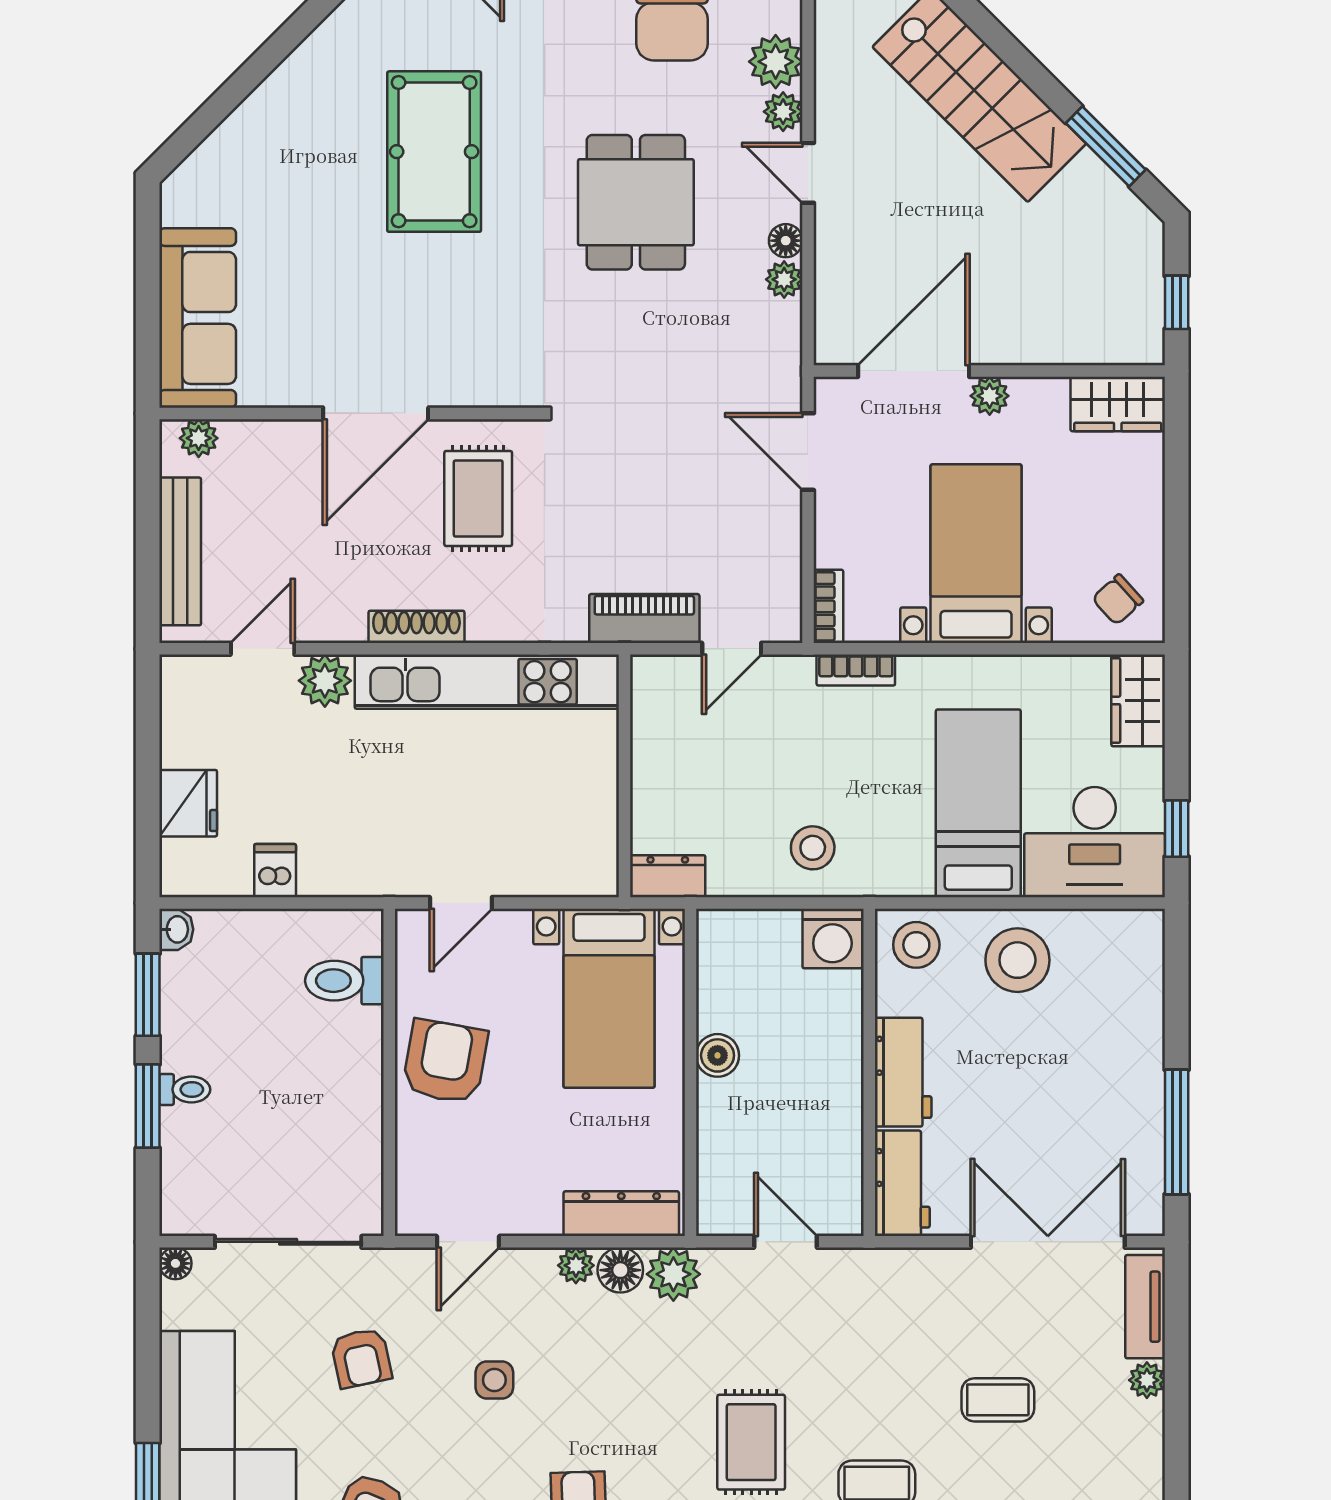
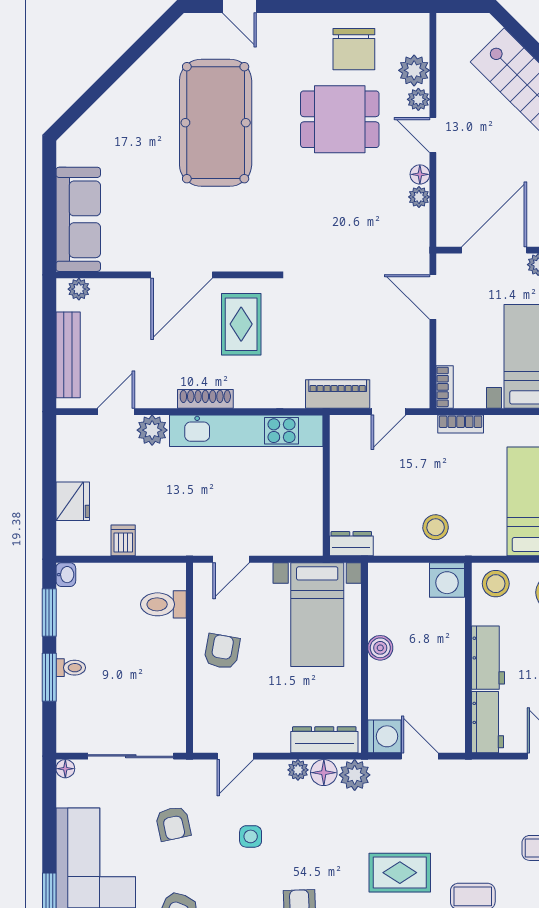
pool table: (434, 152) -> (216, 123), width x1.36, depth x1.32
dining table: (636, 202) -> (340, 119), moved, turned 90
armchair: (445, 1062) -> (222, 651), width x0.72, depth x0.72
washing machine: (725, 1208) -> (384, 736), added
rug: (751, 1442) -> (400, 873), turned 90

